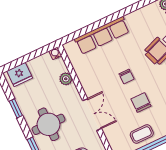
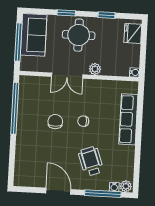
plant: (66, 79) -> (95, 69), moved
chair: (141, 102) -> (55, 122), turned -90
coffee table: (142, 134) -> (29, 108), removed

